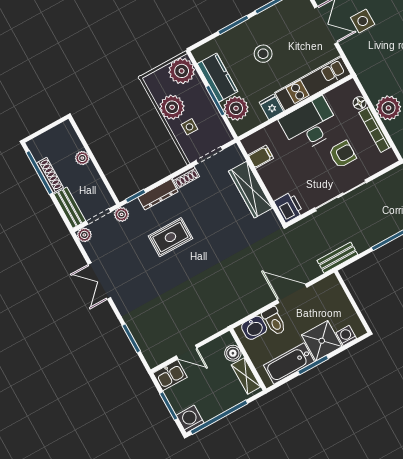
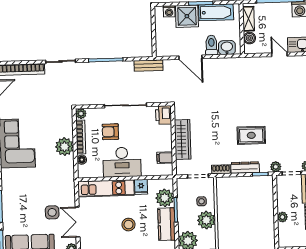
plant: (389, 158) -> (81, 114), added

